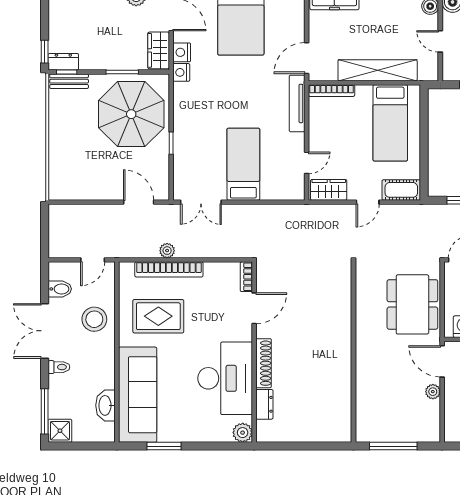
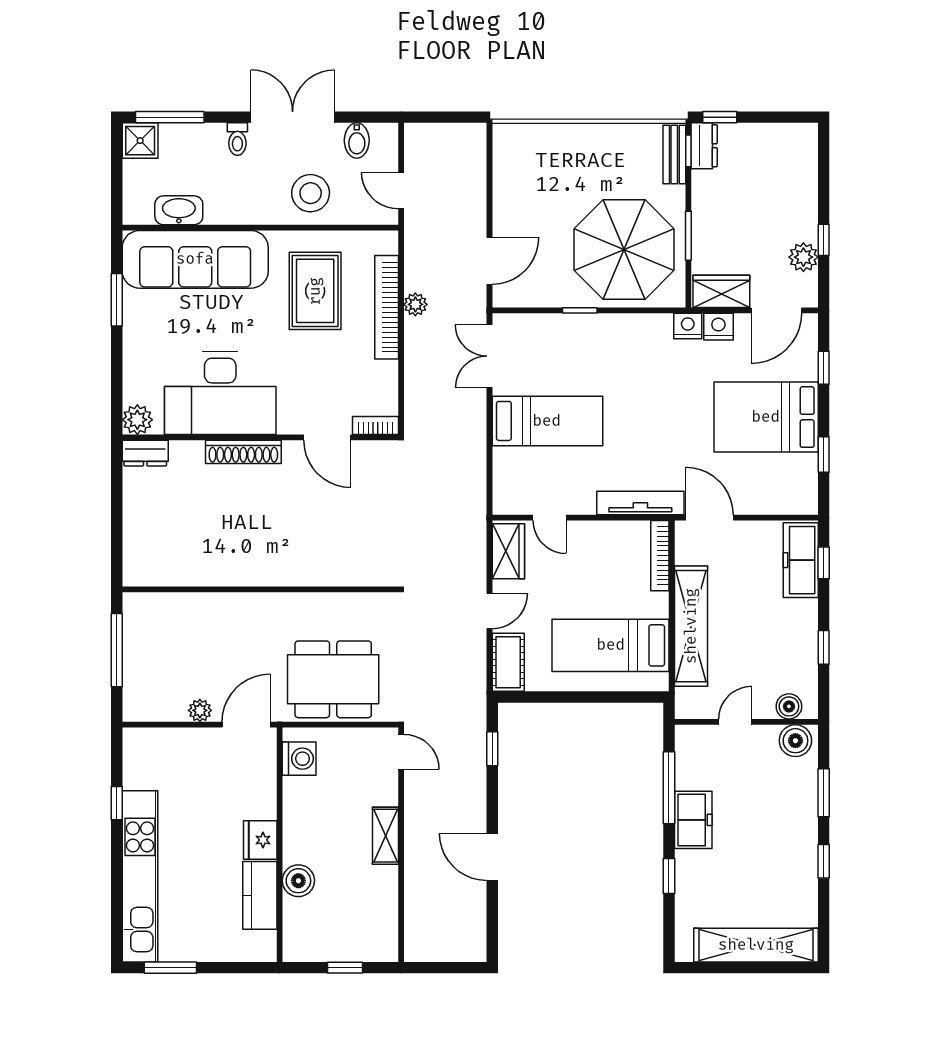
door: (368, 202) -> (490, 611), swing flipped
dresser: (264, 404) -> (145, 453), moved

